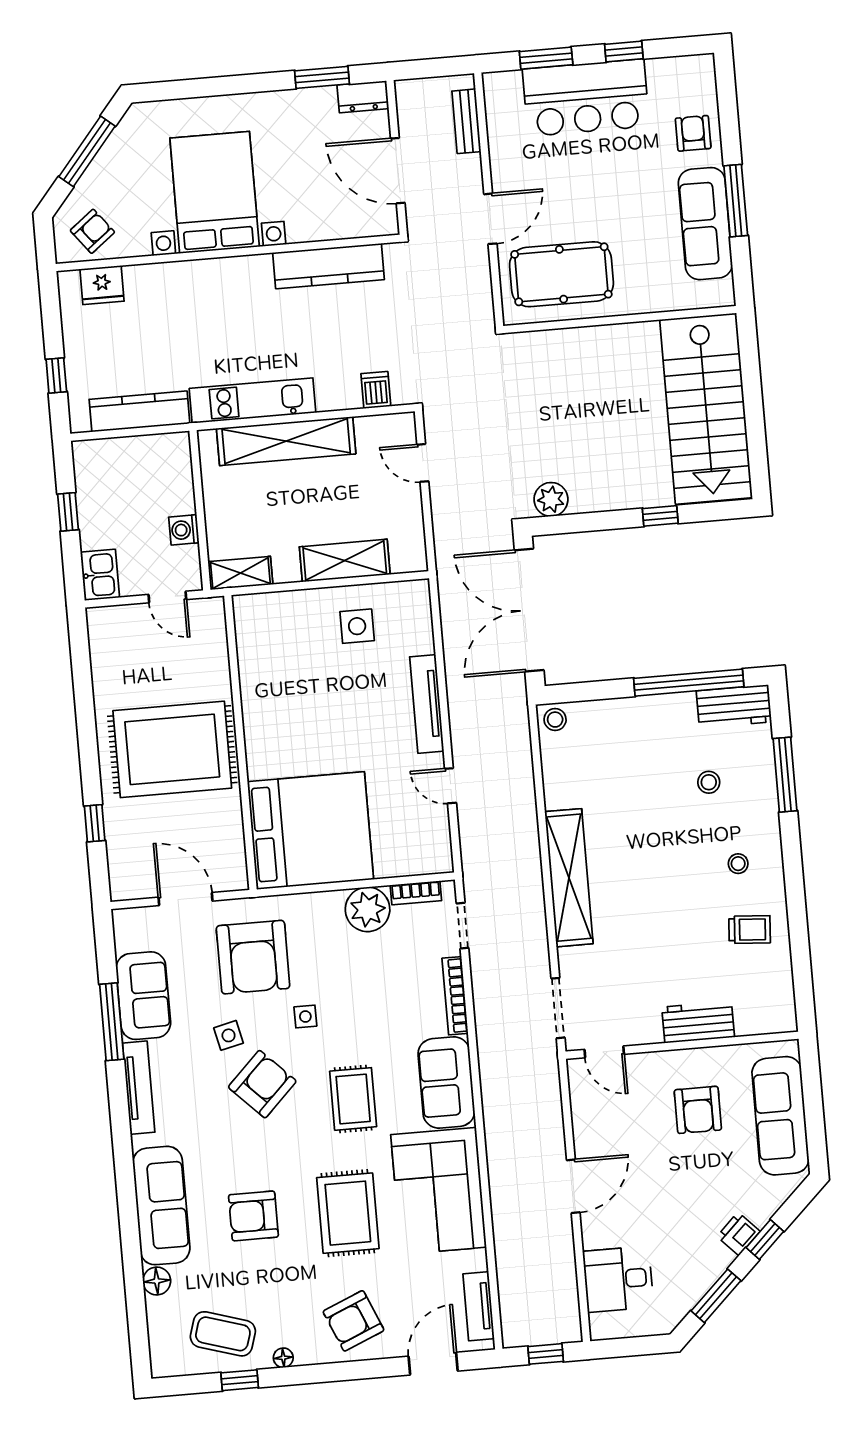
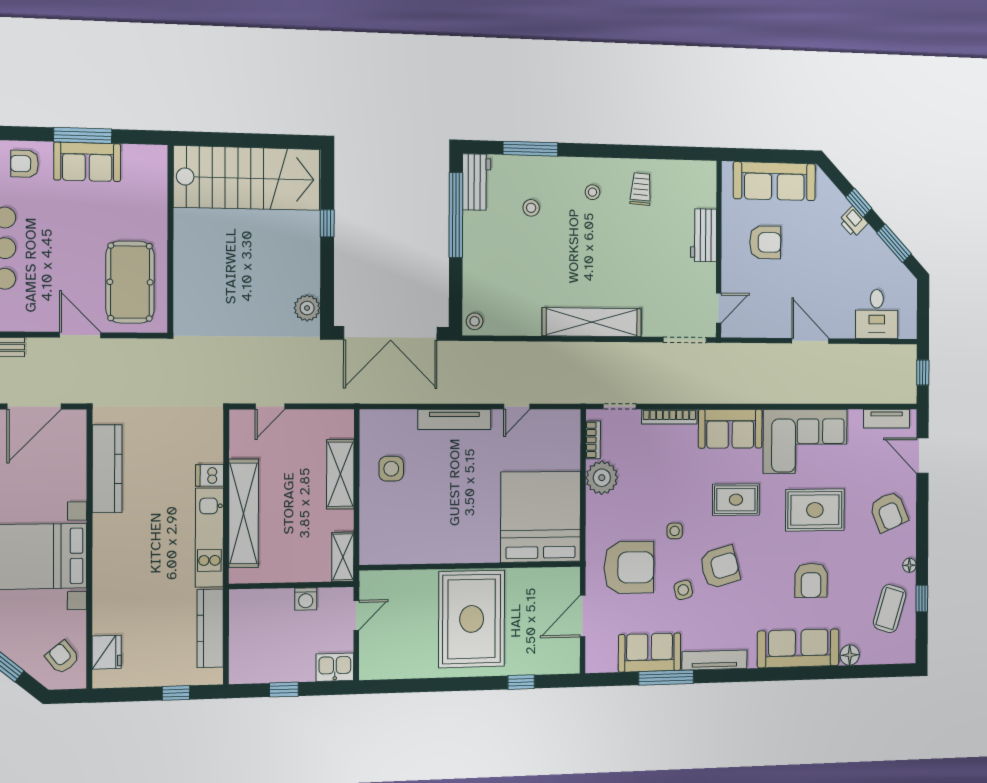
sofa: (705, 224) -> (87, 162), width x0.73
dishwasher: (376, 390) -> (209, 475), moved
armchair: (262, 1084) -> (720, 567), turned 120

